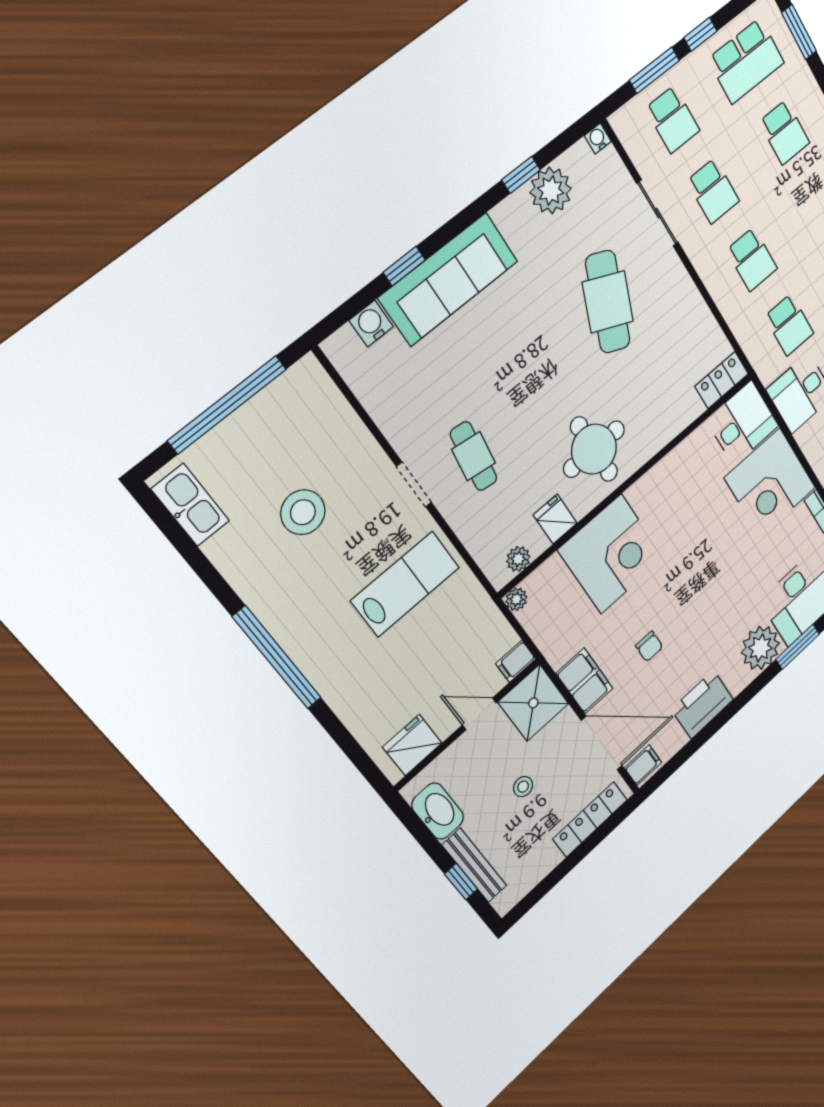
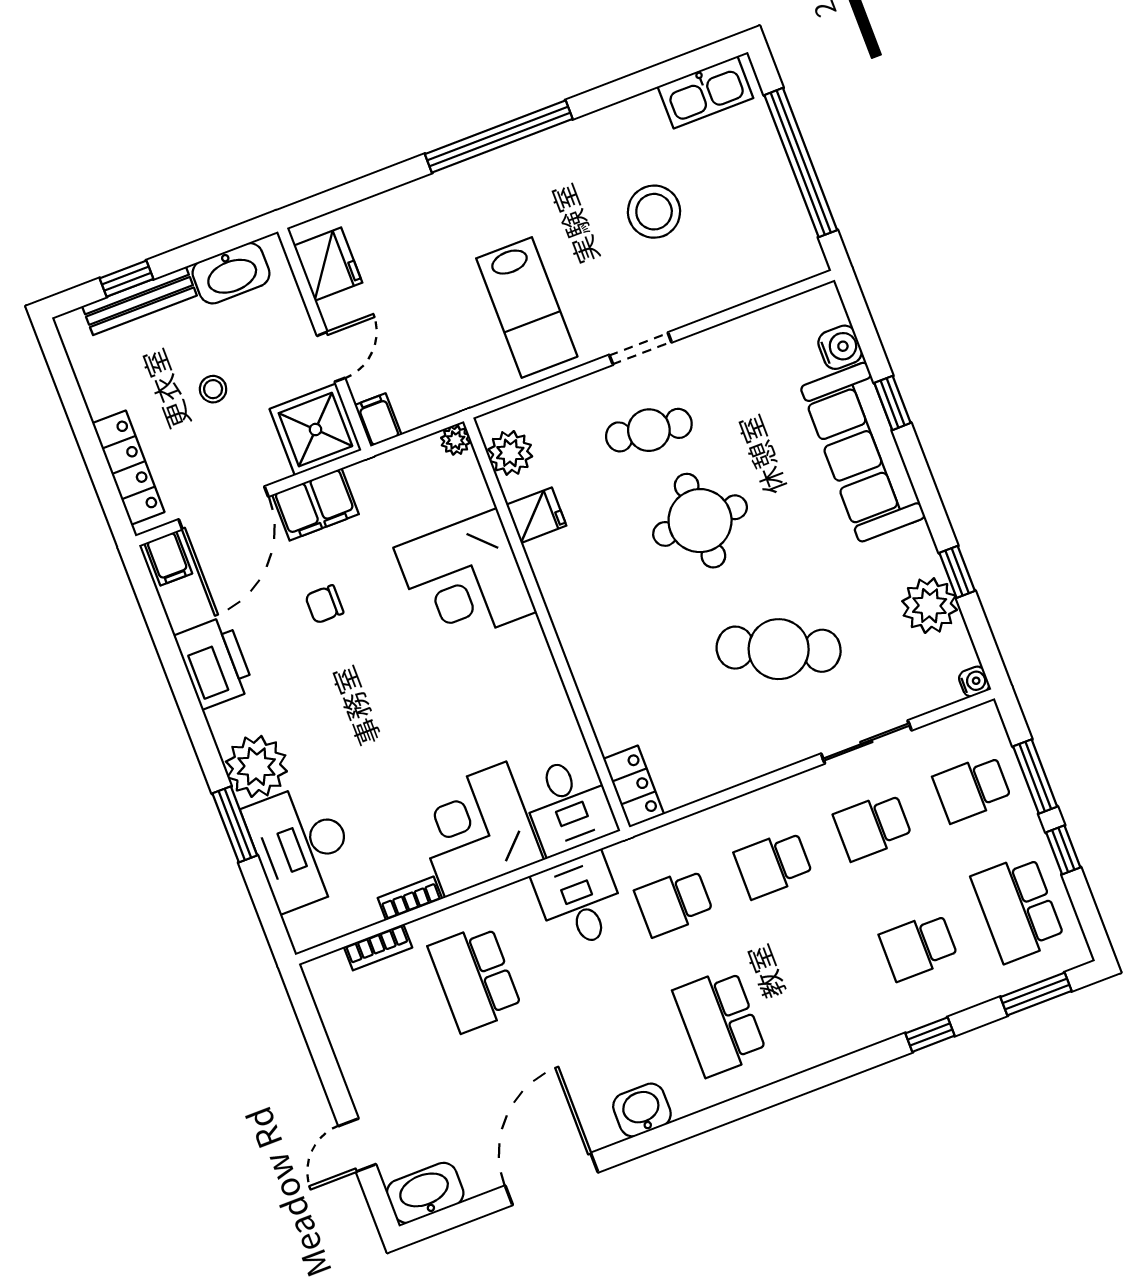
round table: (594, 449) -> (700, 521), moved
plant: (518, 559) -> (510, 453), width x1.38, depth x1.38

